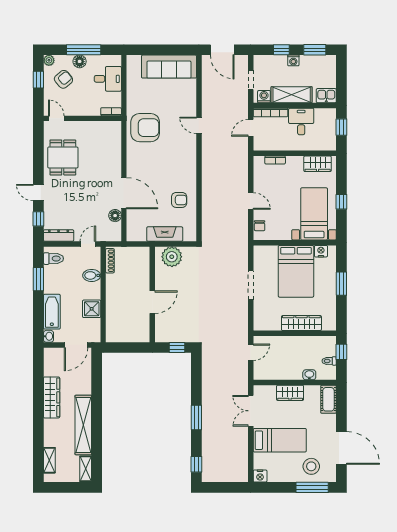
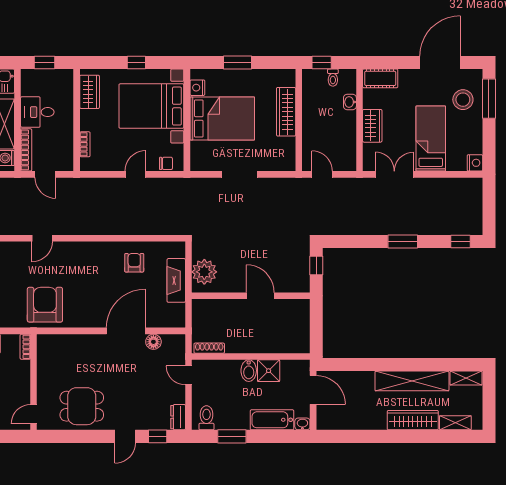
bed with nightstands: (314, 214) -> (151, 106), width x1.36
dresser: (59, 236) -> (178, 417), width x0.70
bidet: (92, 275) -> (249, 371), moved
wardrobe: (52, 397) -> (413, 420), moved
double door: (251, 411) -> (394, 174), swing flipped

